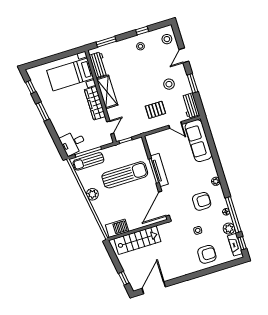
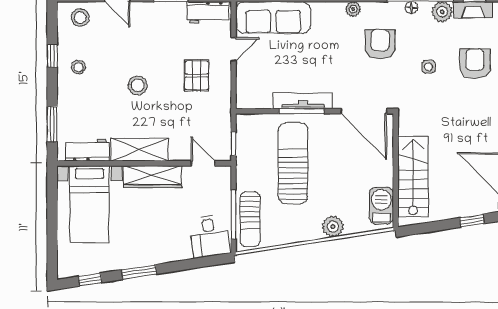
stool: (169, 84) -> (138, 85), moved
plant: (92, 194) -> (333, 227), moved

